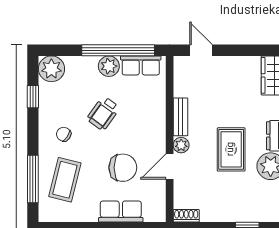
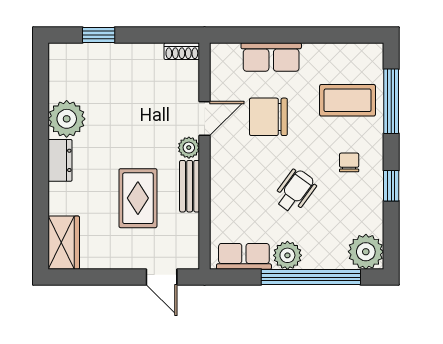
window: (118, 50) -> (311, 277), moved
window: (33, 97) -> (391, 186), moved
chair: (64, 134) -> (349, 162), turned -124
rug: (231, 149) -> (138, 198), moved
coffee table: (65, 180) -> (348, 100), turned 76

